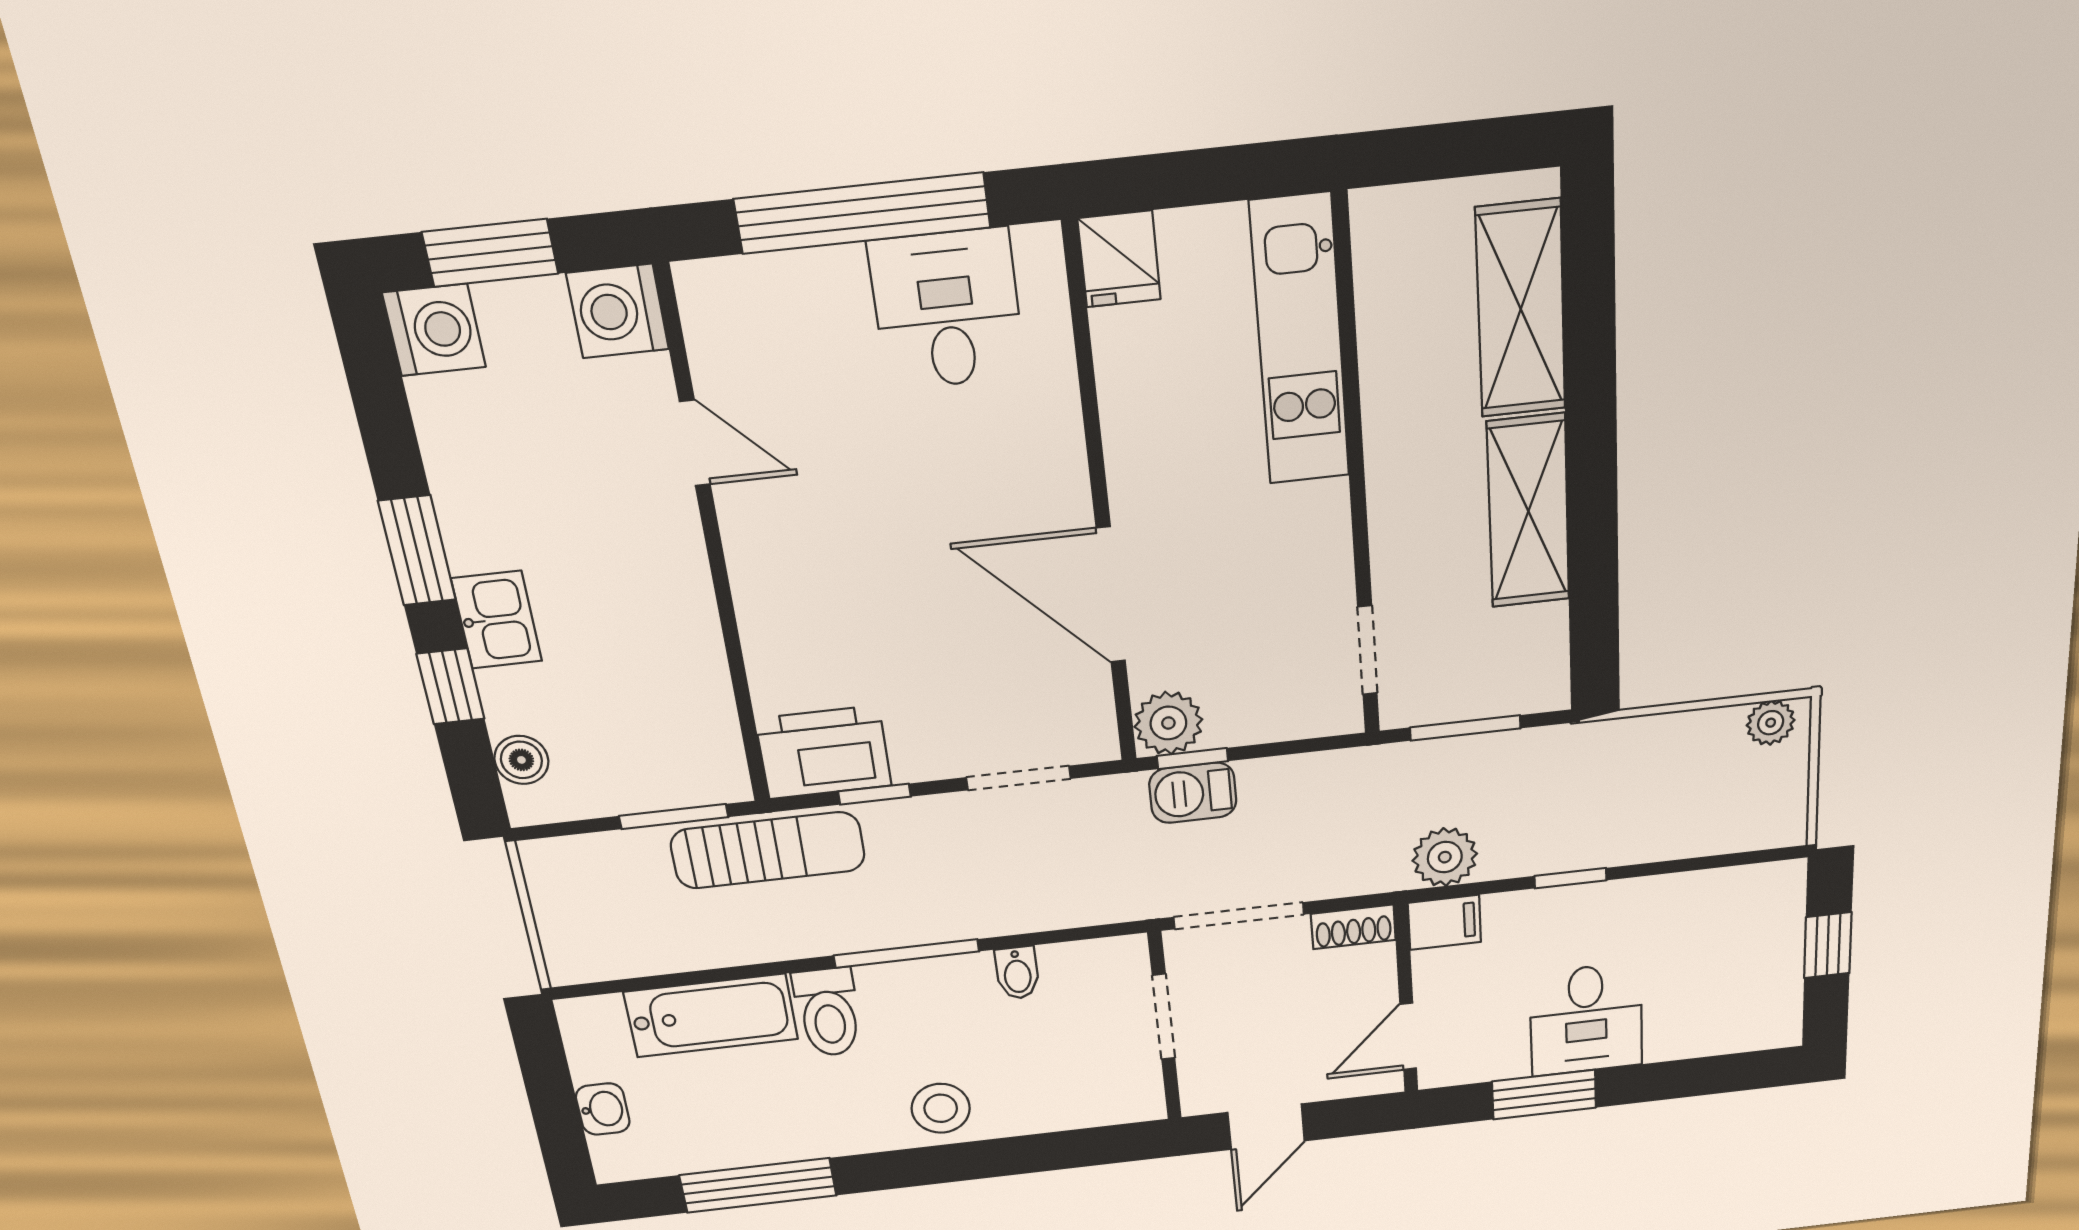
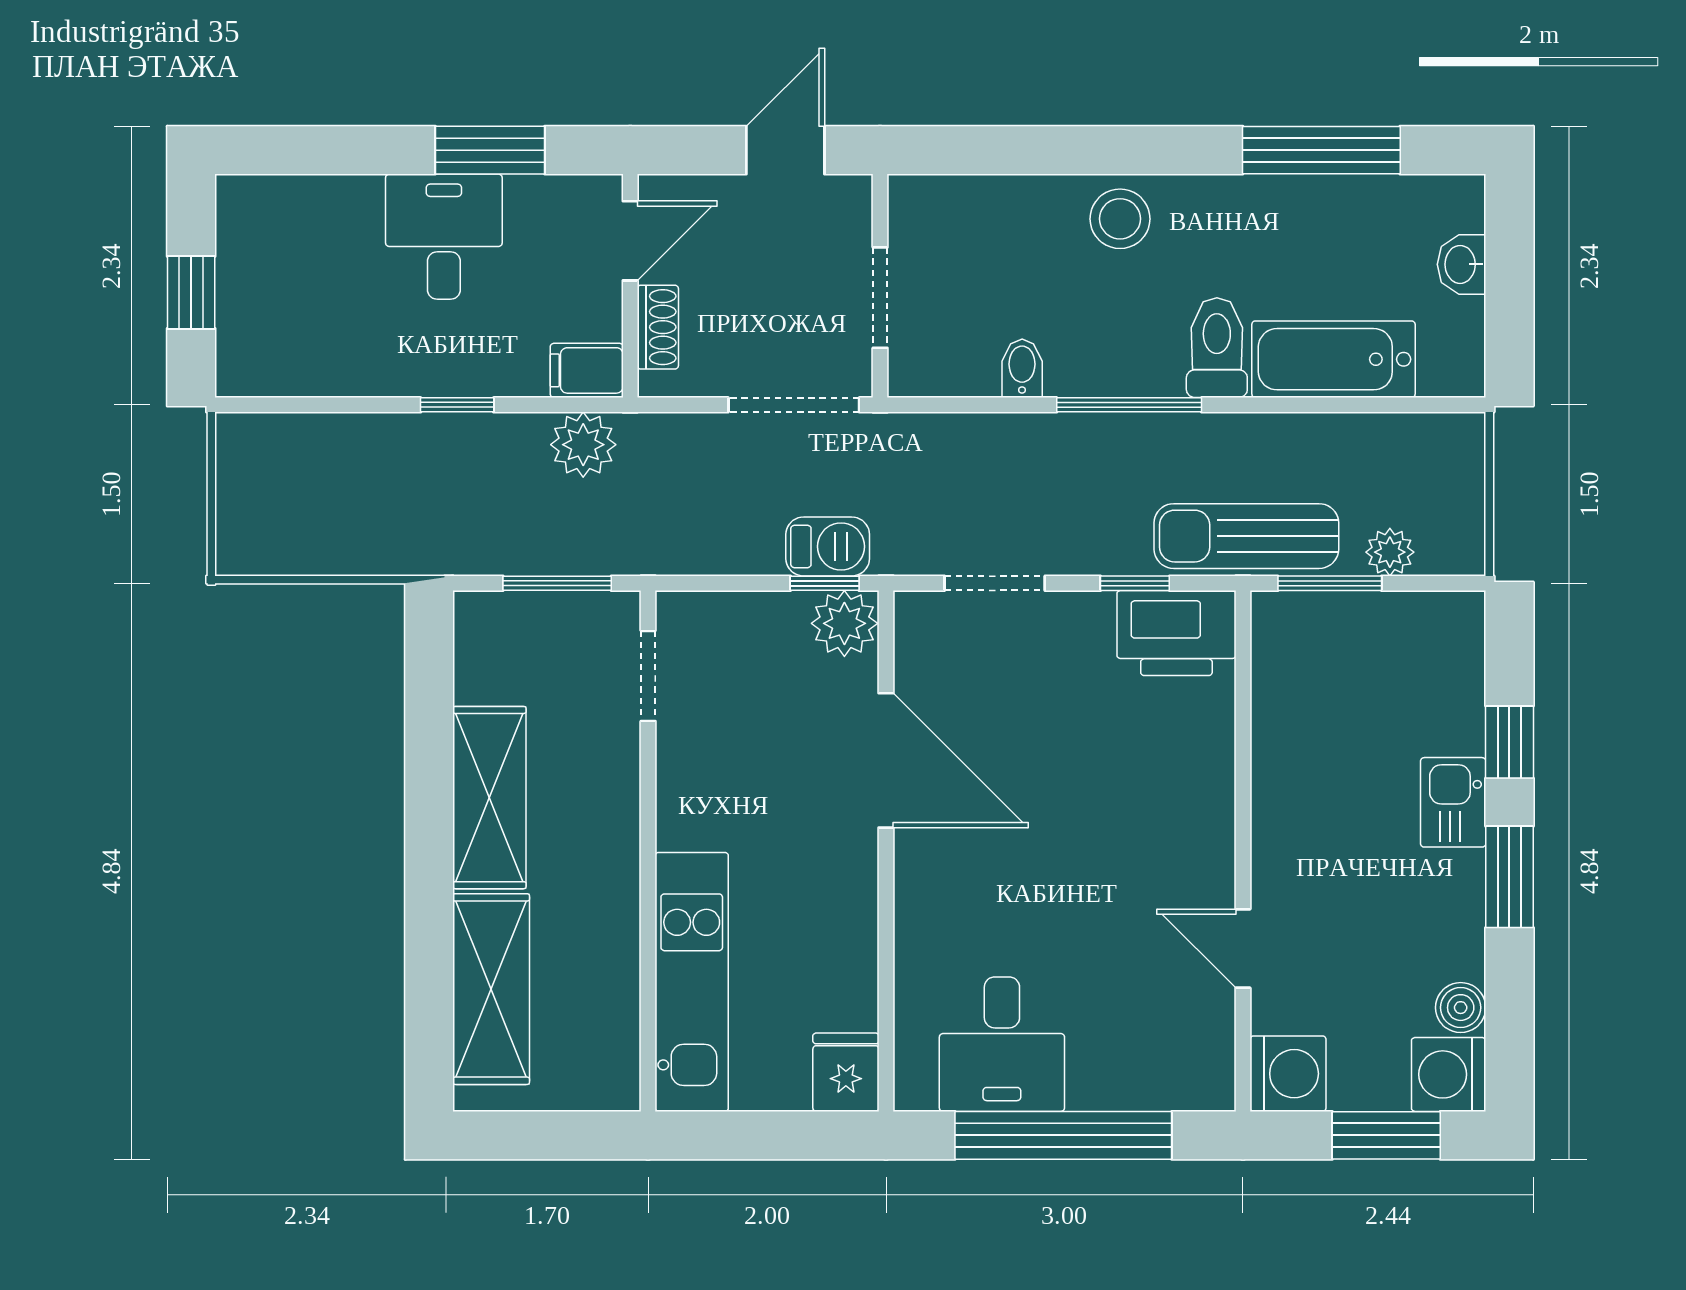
plant: (1771, 723) -> (1390, 552), moved
boiler: (521, 760) -> (1461, 1008), moved
shoe rack: (1353, 927) -> (658, 327), moved, turned 90

